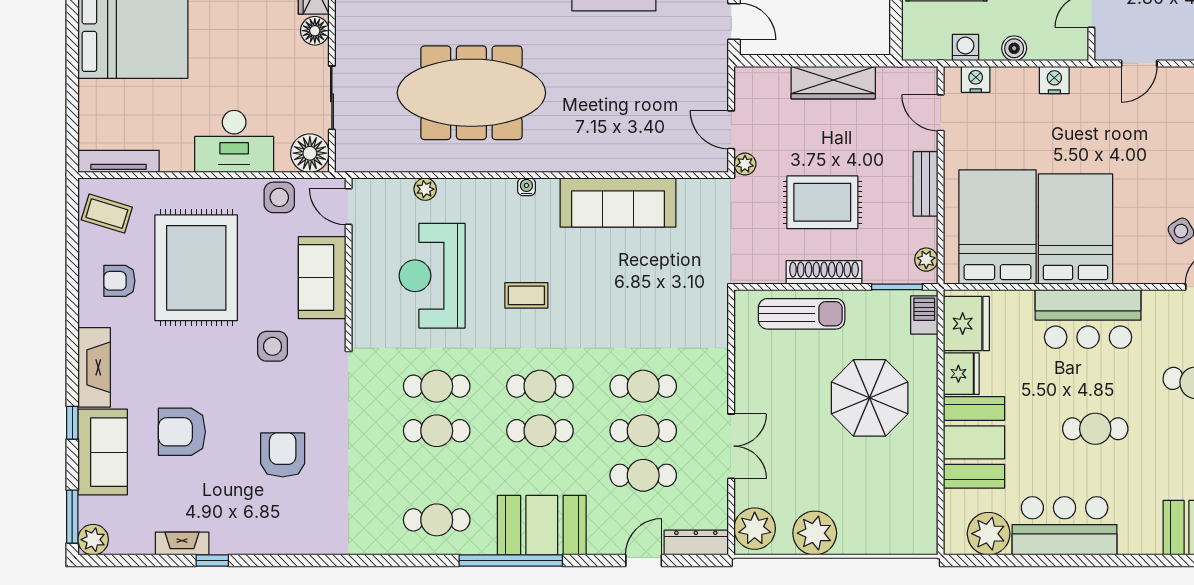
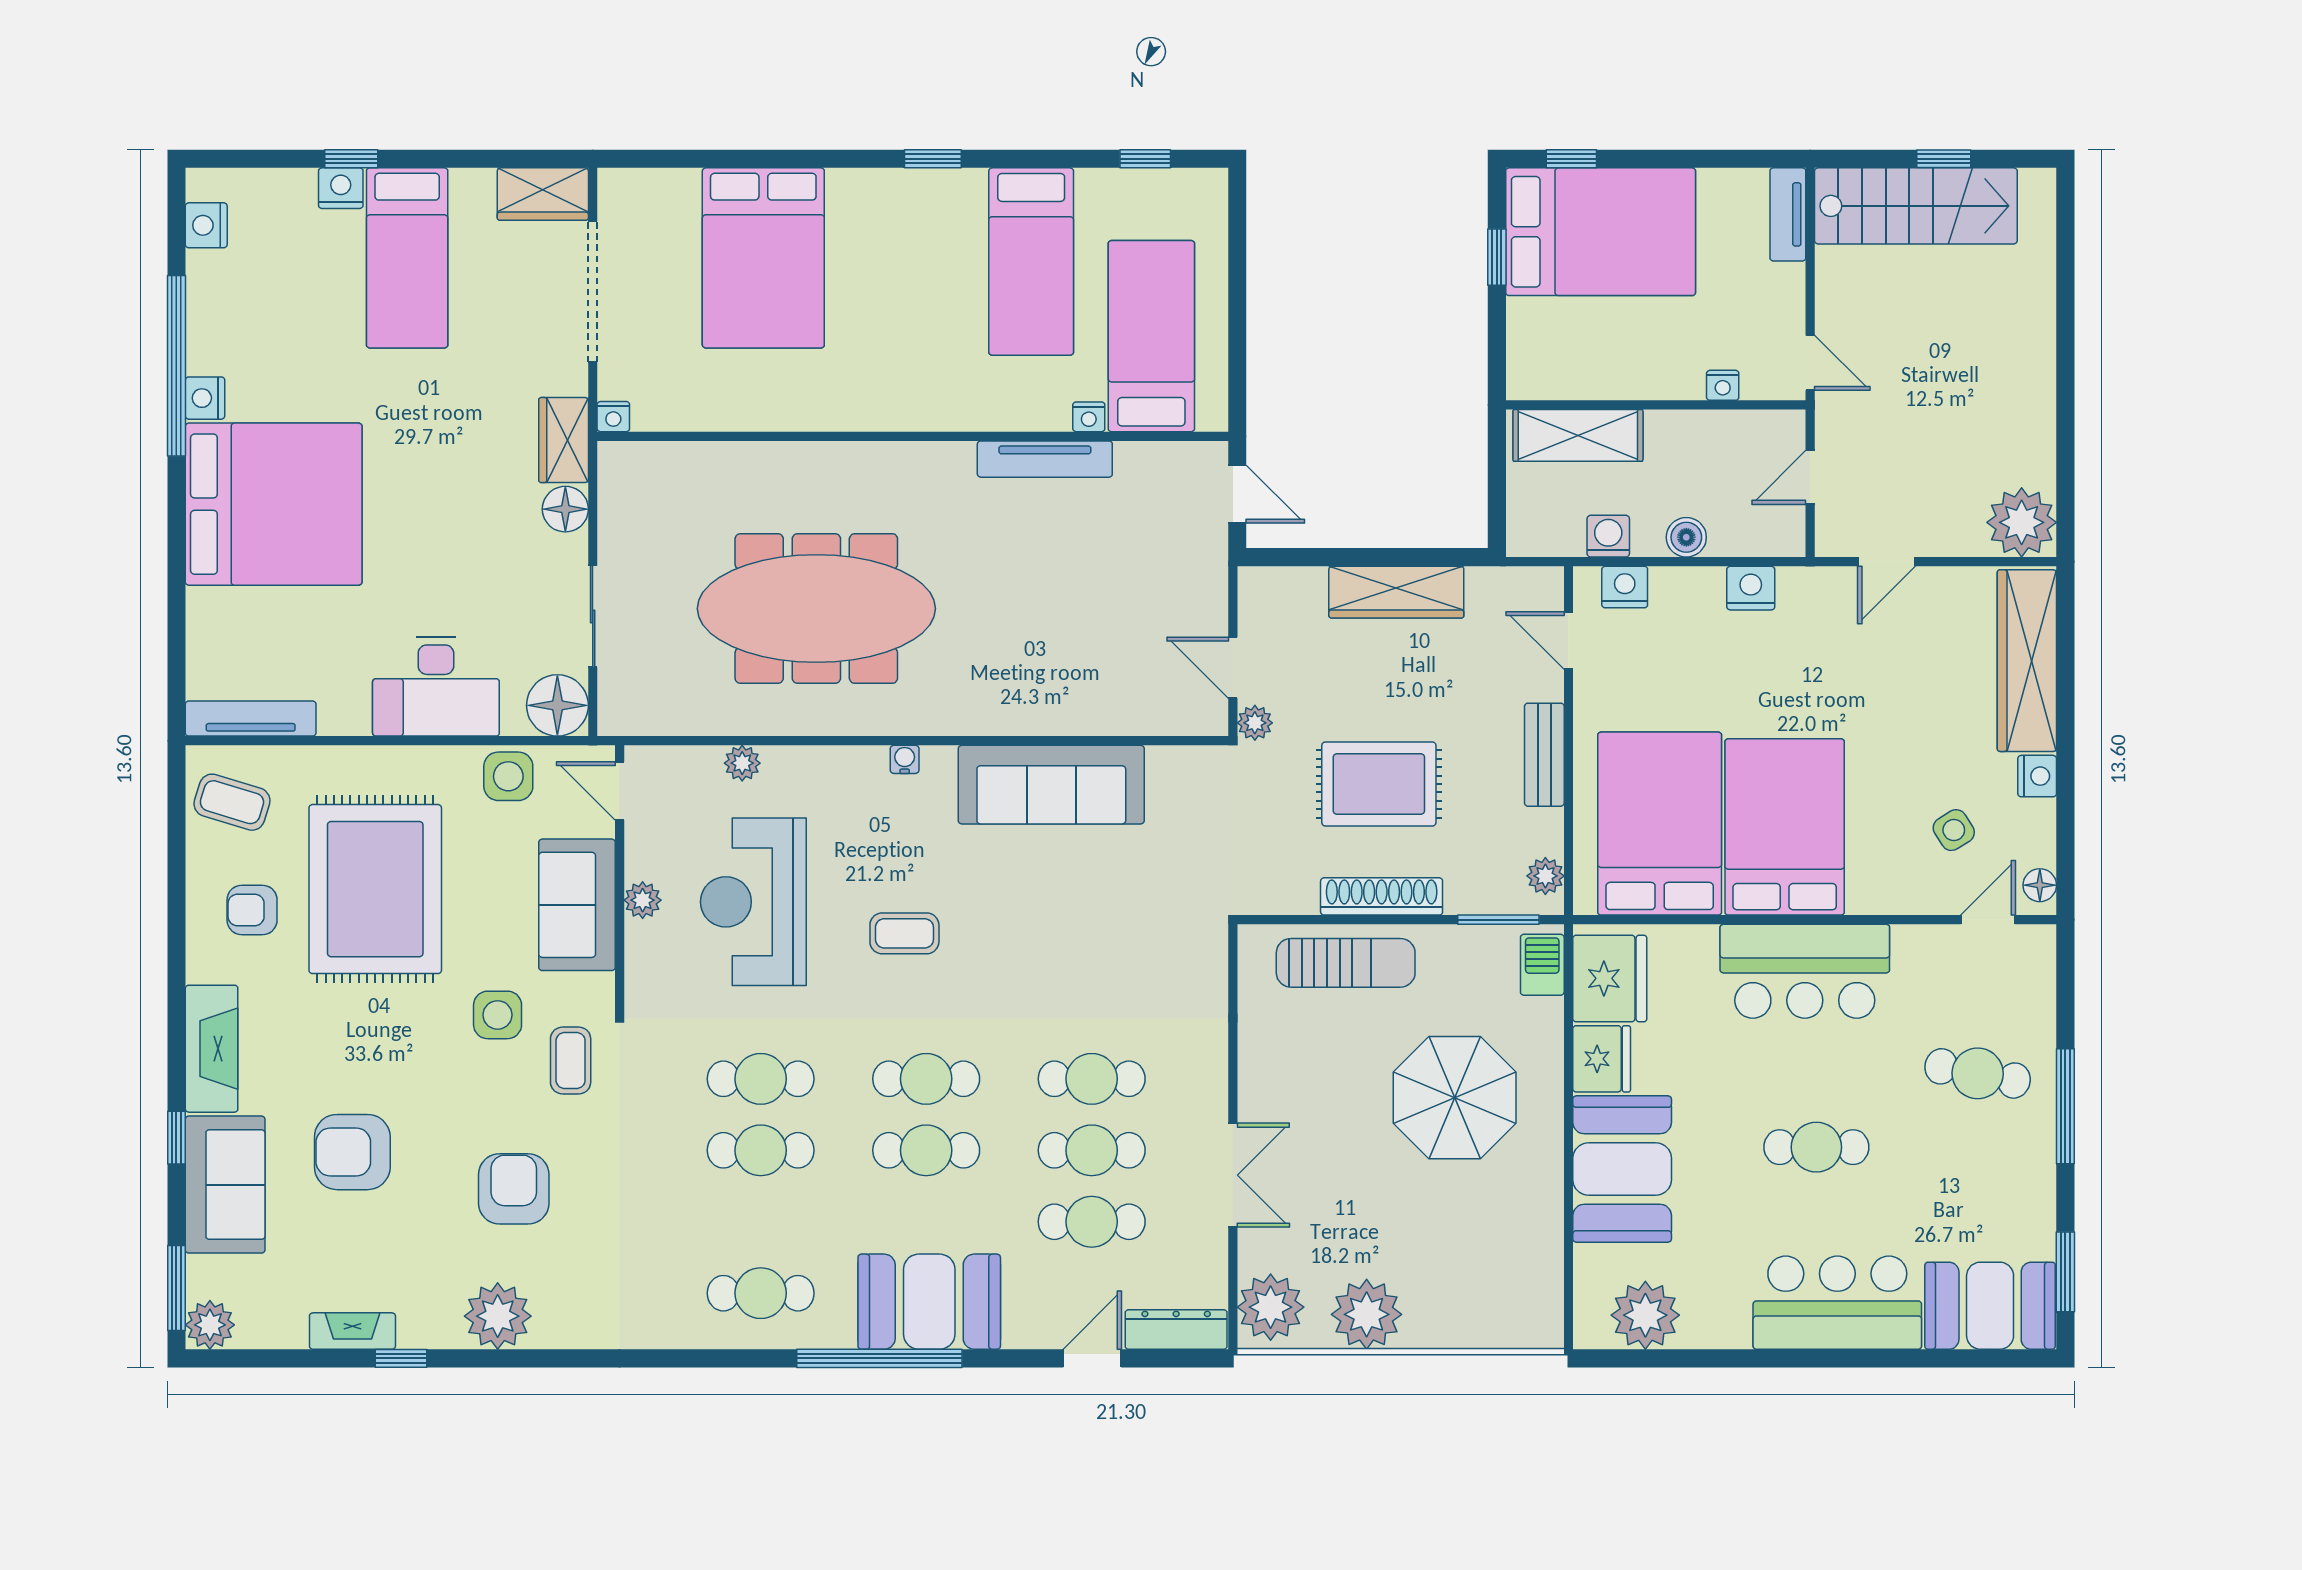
plant: (363, 275) -> (643, 900), added
coffee table: (318, 375) -> (571, 1061), added
bar counter: (1065, 526) -> (1837, 1303), moved
plant: (273, 534) -> (498, 1316), added

